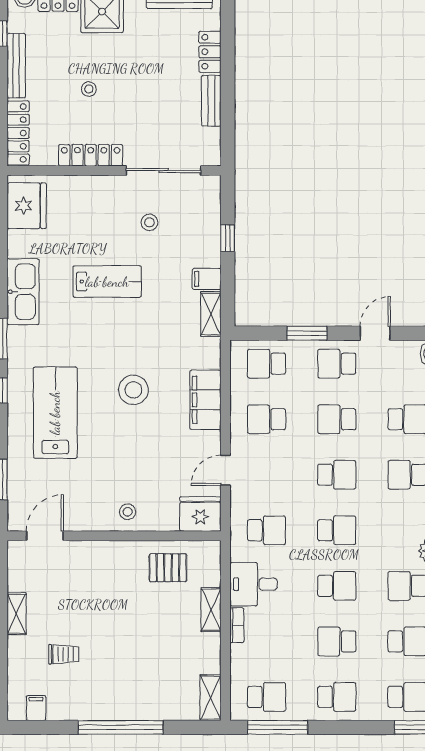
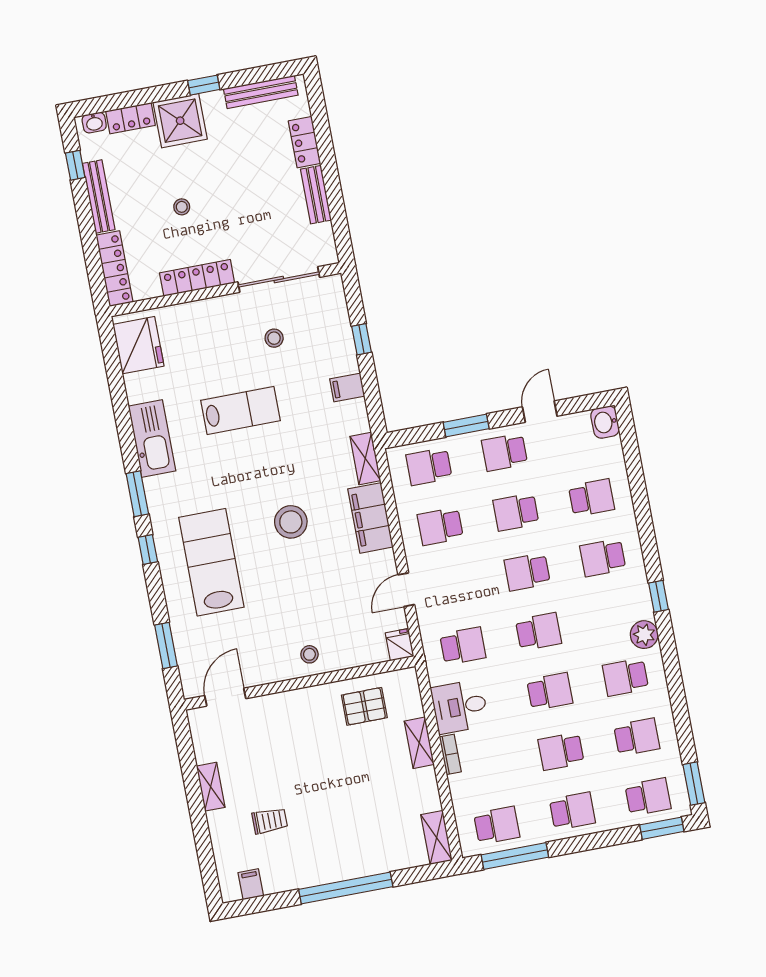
shelving: (211, 314) -> (365, 458), moved
school desk: (337, 475) -> (527, 572), turned 180
fridge: (200, 514) -> (400, 645), width x0.53, depth x0.75

